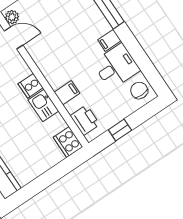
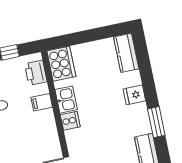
cooker: (68, 142) -> (61, 64), width x1.37, depth x1.31

